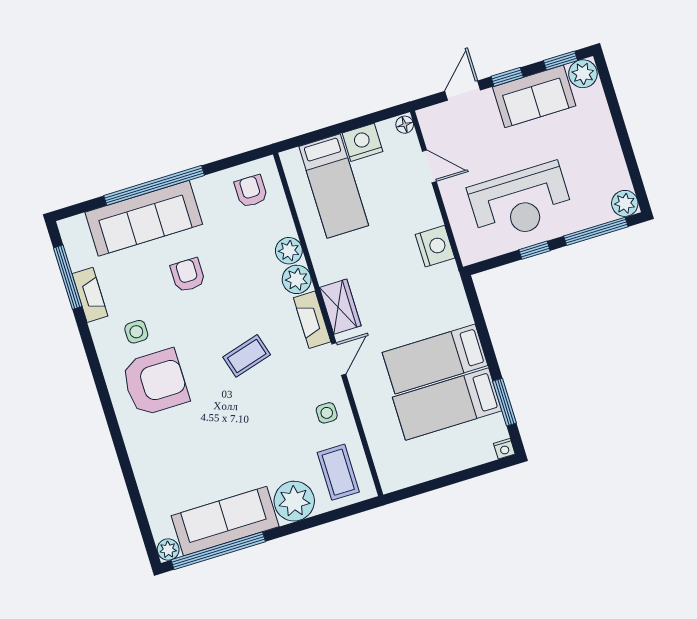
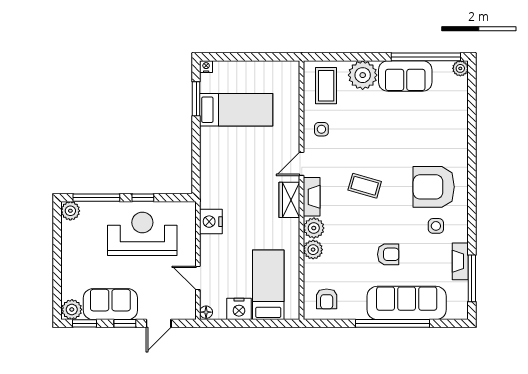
armchair: (188, 275) -> (388, 254), turned -90
coffee table: (247, 356) -> (365, 186), turned 32
bed: (435, 359) -> (235, 143), removed
sofa: (225, 521) -> (405, 76), width x0.73

